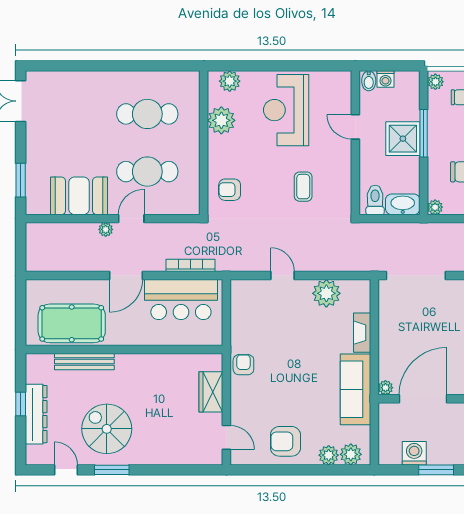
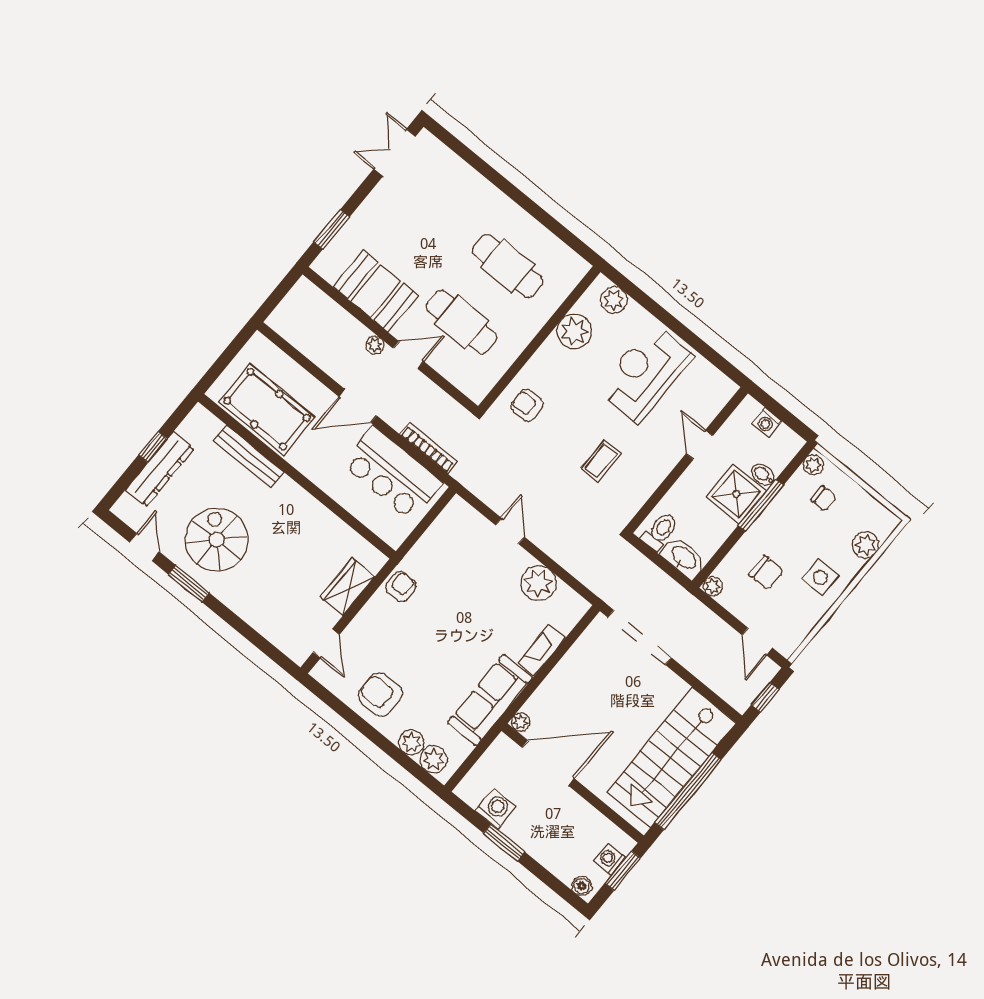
bidet: (369, 81) -> (763, 475), moved, turned 90

